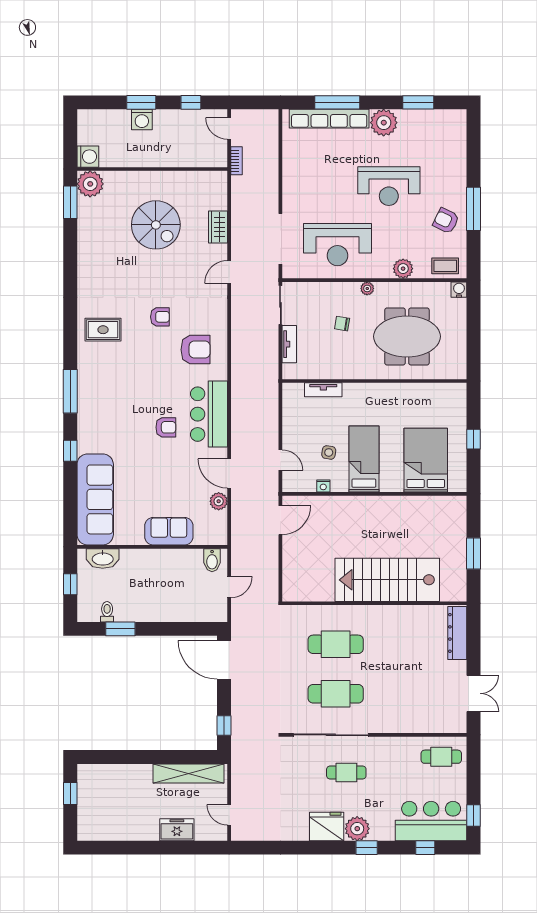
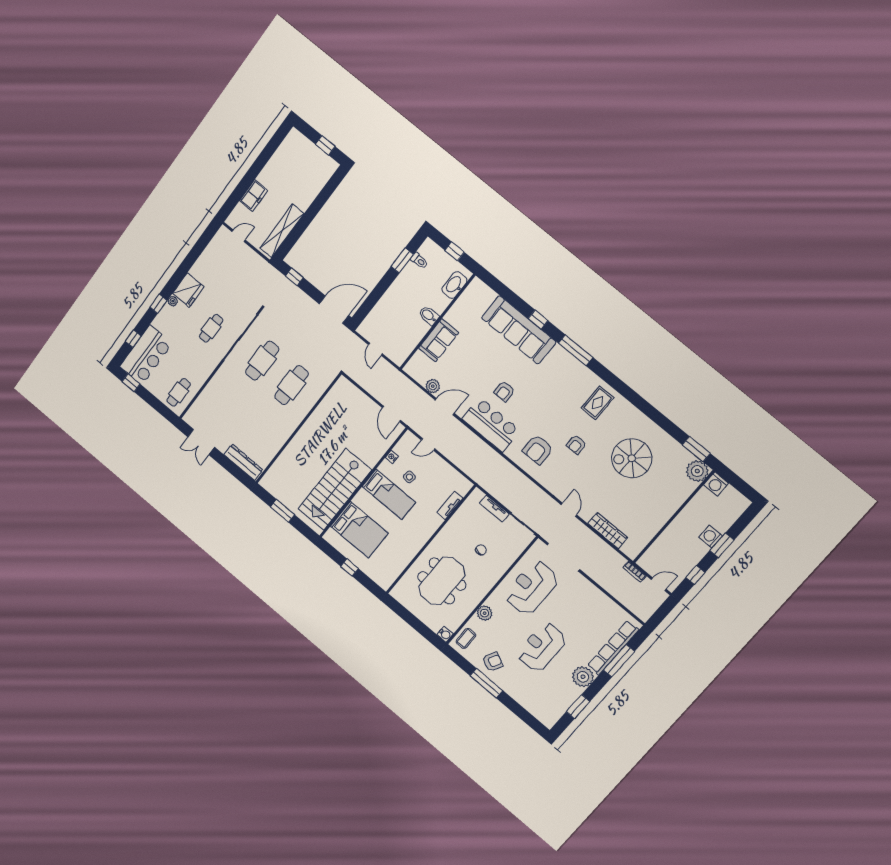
spiral stairs: (156, 225) -> (632, 458), moved
wardrobe: (218, 227) -> (608, 531), width x1.50
plant: (367, 288) -> (490, 582), removed
sofa: (95, 499) -> (519, 330), moved
bidet: (212, 560) -> (429, 315), moved
stairs: (387, 580) -> (335, 489), moved, turned 180
plant: (357, 829) -> (173, 301), width x0.53, depth x0.53

